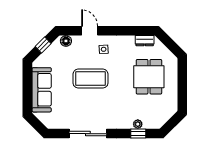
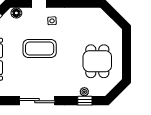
dresser: (145, 41) -> (91, 13), removed
dining table: (149, 77) -> (97, 61), moved

